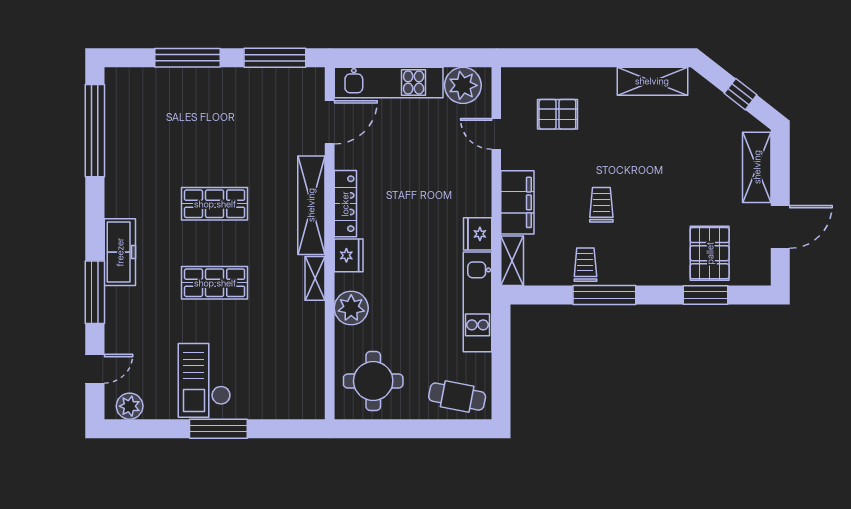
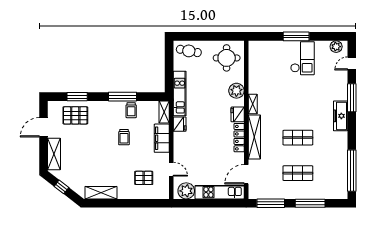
pallet: (710, 253) -> (75, 115), turned 90
shop shelf: (215, 283) -> (298, 173), moved

